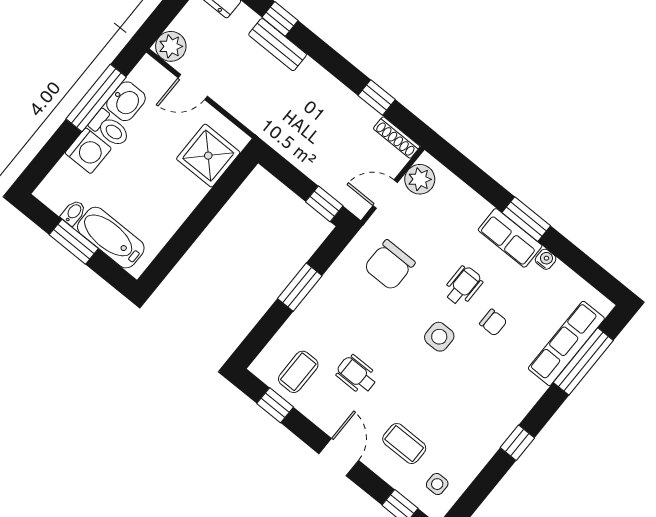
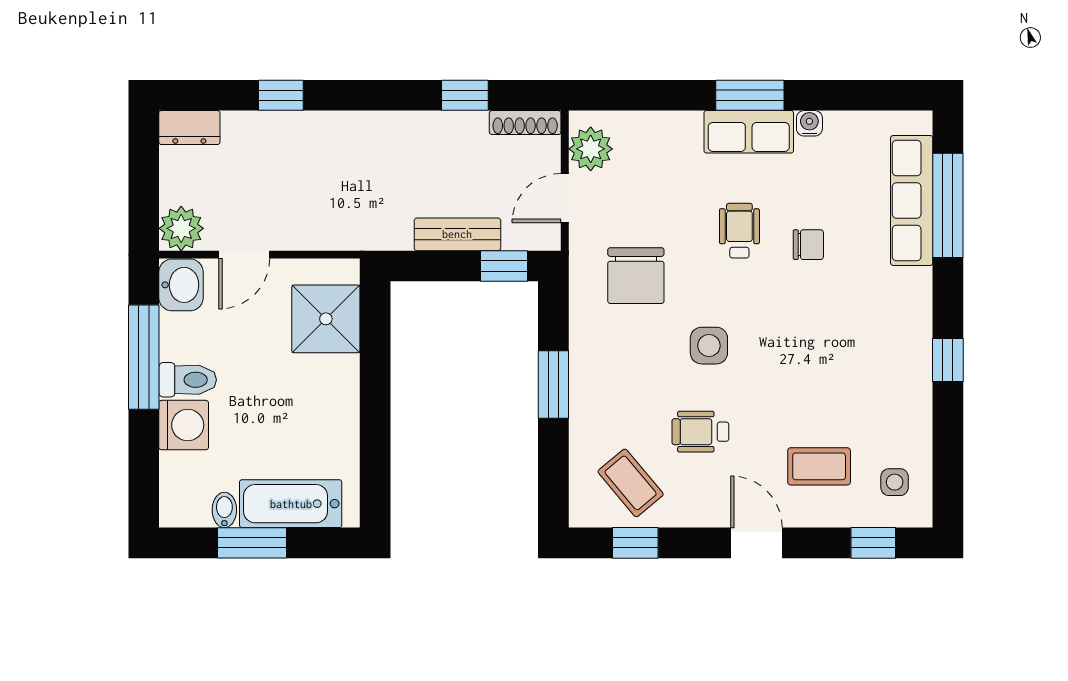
bench: (278, 45) -> (457, 234), moved
washbasin: (126, 101) -> (181, 285), moved
side table: (439, 337) -> (709, 346), moved
coffee table: (298, 372) -> (631, 483), turned -40

